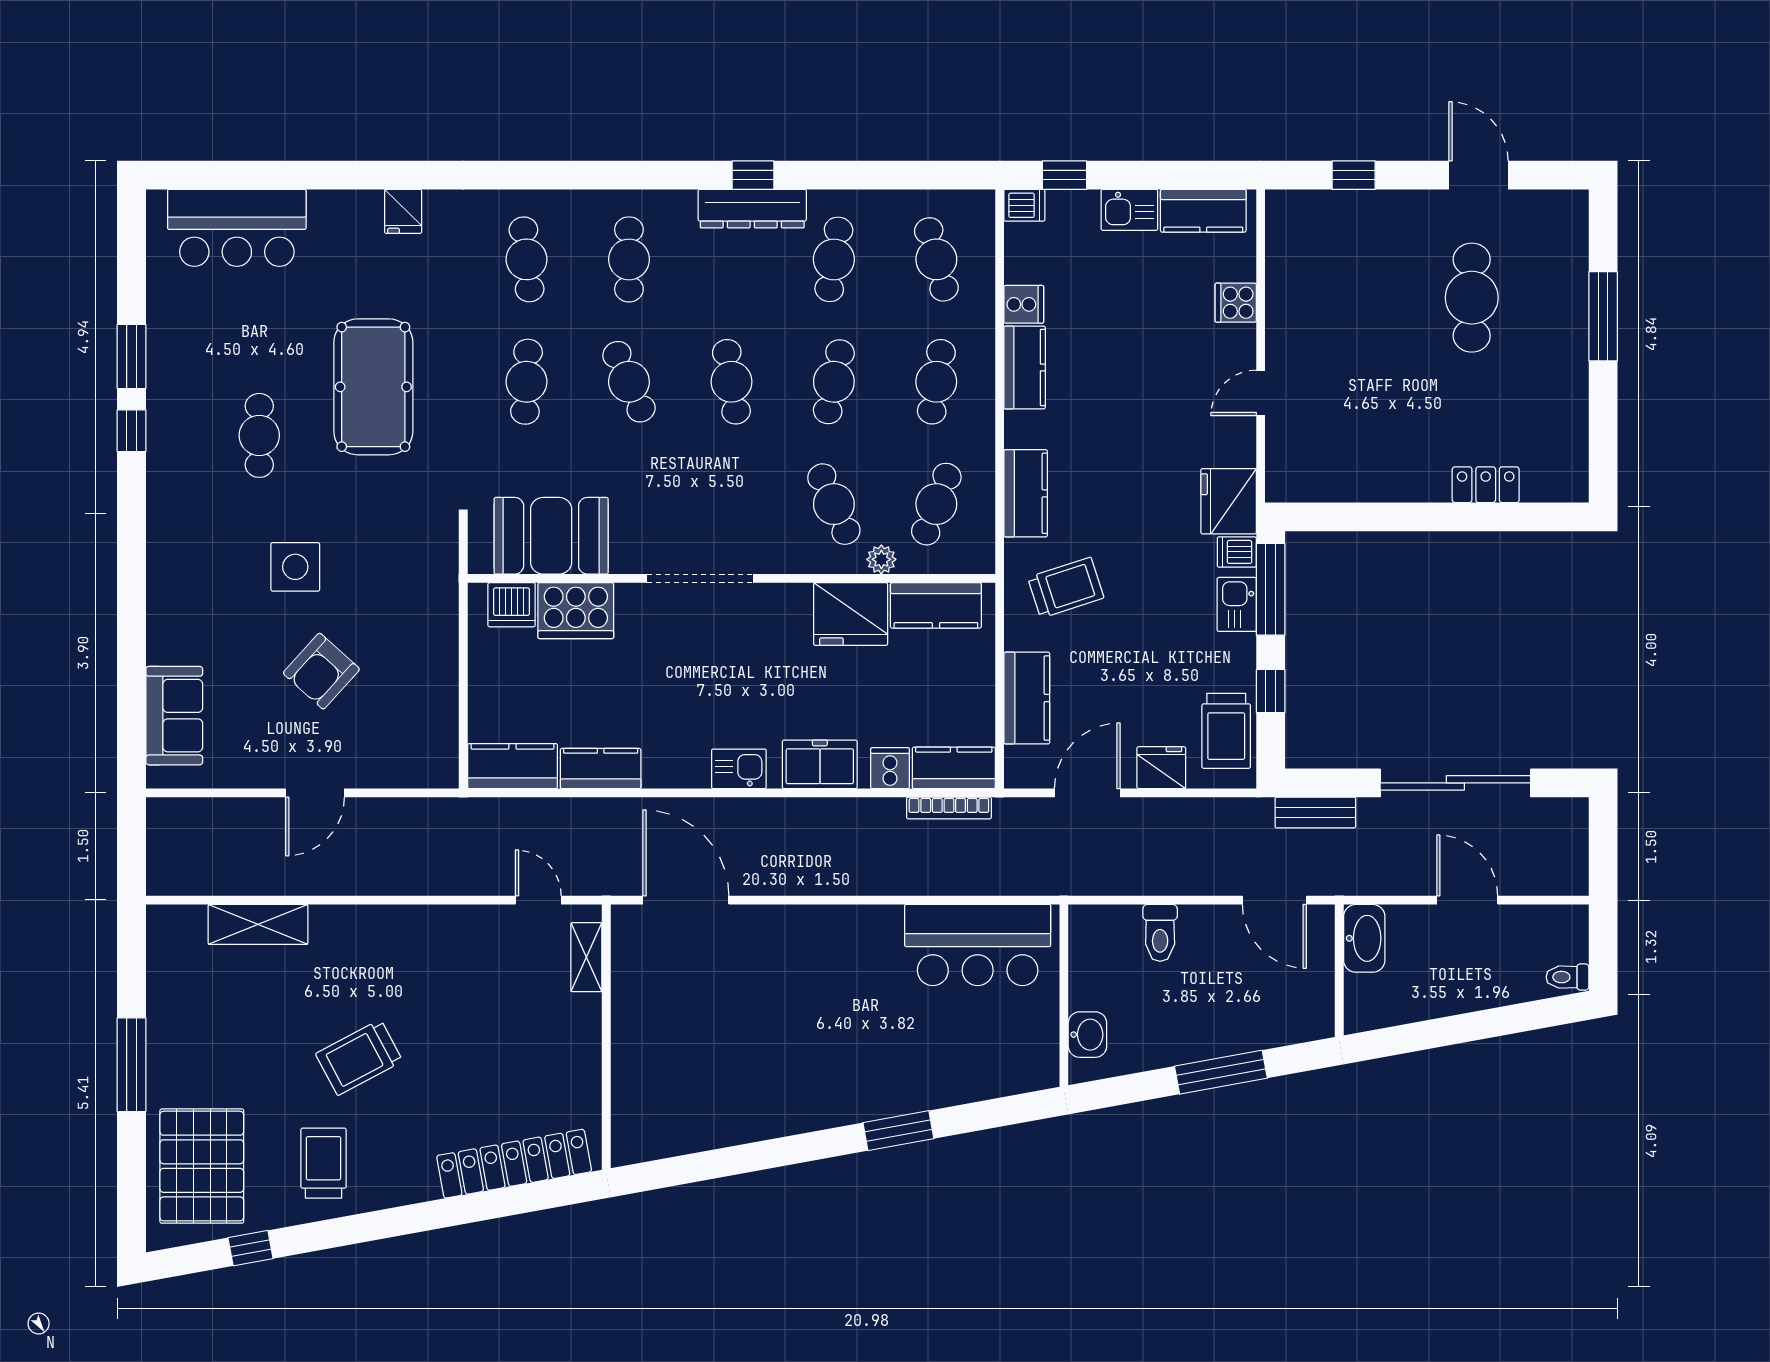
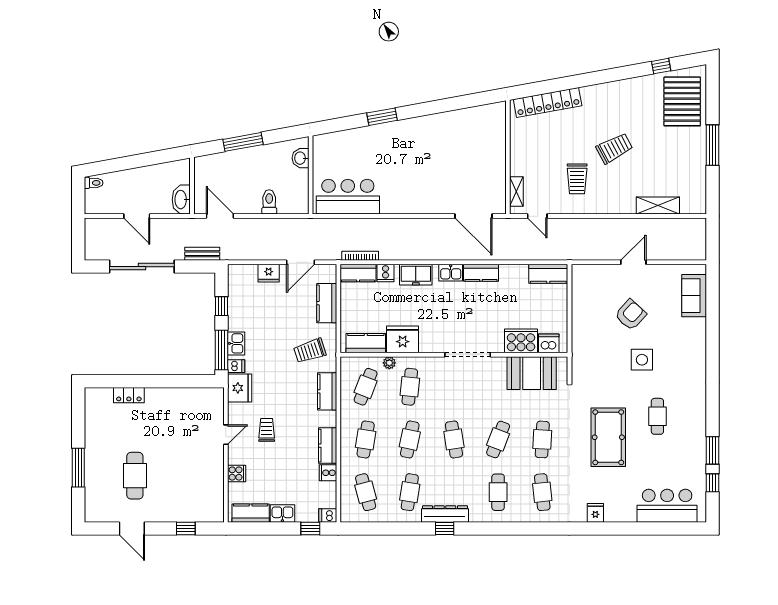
cafe table: (629, 382) -> (498, 439), turned 45
window: (131, 431) -> (712, 483), moved
cafe table: (834, 504) -> (410, 387), turned 30
trolley: (1226, 731) -> (267, 430), moved, width x0.73, depth x0.72
kitchen counter: (601, 769) -> (481, 273), moved
trolley: (323, 1163) -> (577, 179), moved

